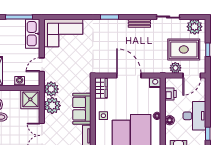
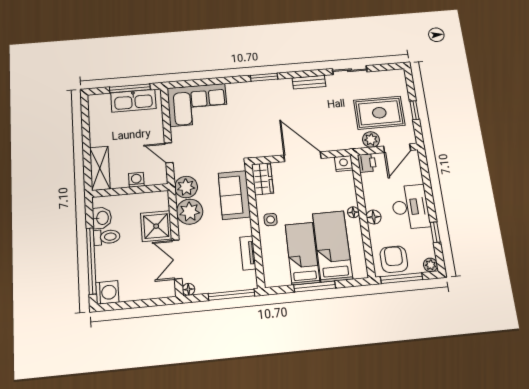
plant: (195, 27) -> (390, 80), removed
kitchen sink: (33, 34) -> (133, 101), moved, turned -90
door: (42, 65) -> (169, 153), hinge flipped
printer: (170, 94) -> (367, 163), moved
shower: (30, 99) -> (156, 226), moved
sofa: (82, 109) -> (234, 195), moved

